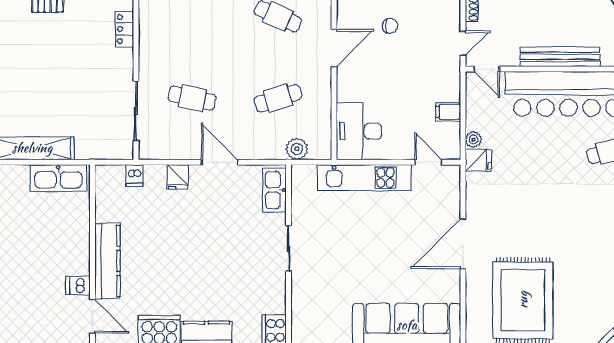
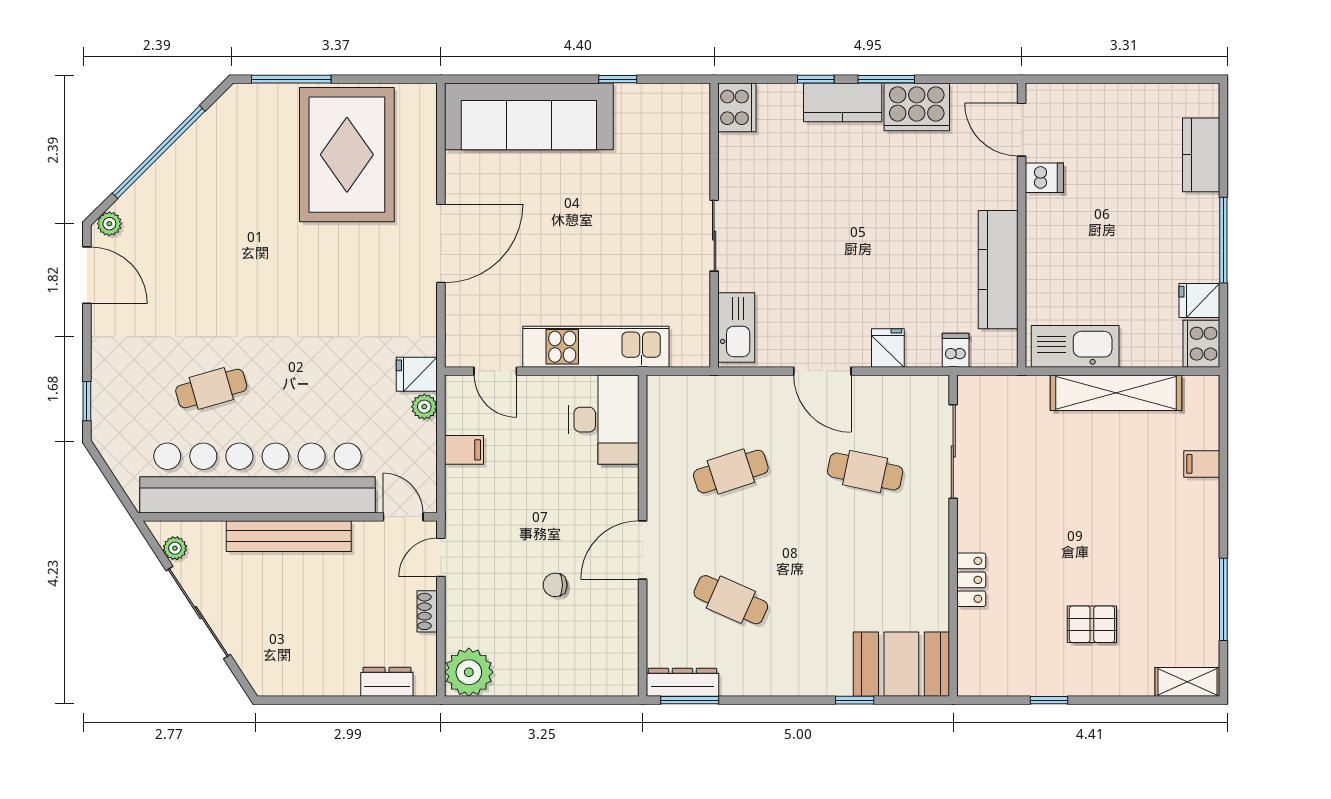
plant: (297, 149) -> (701, 392), removed
kitchen counter: (107, 261) -> (998, 270), moved

